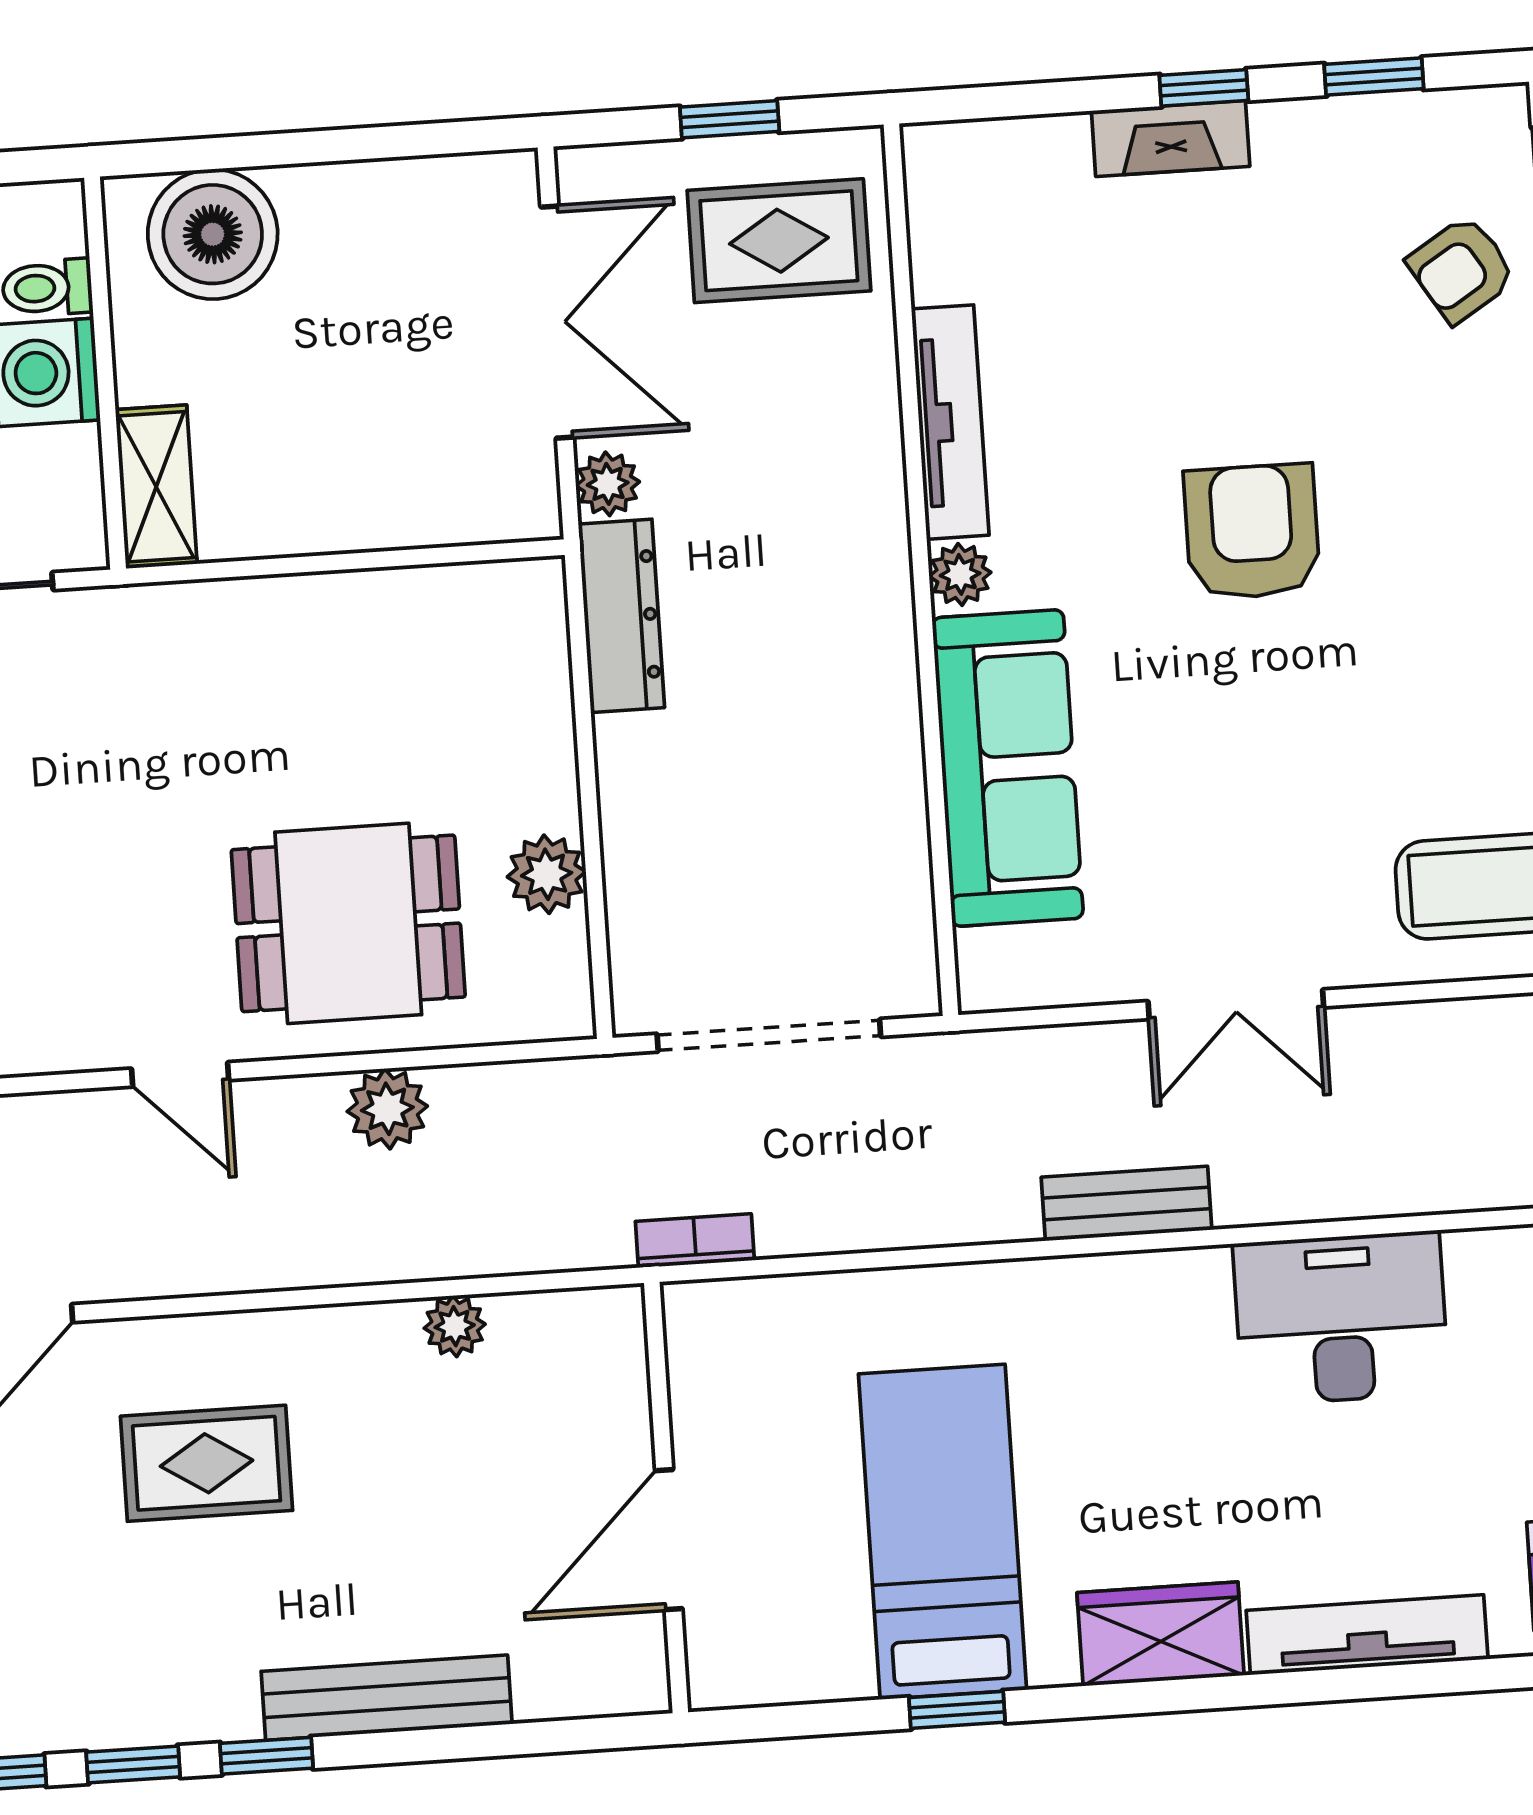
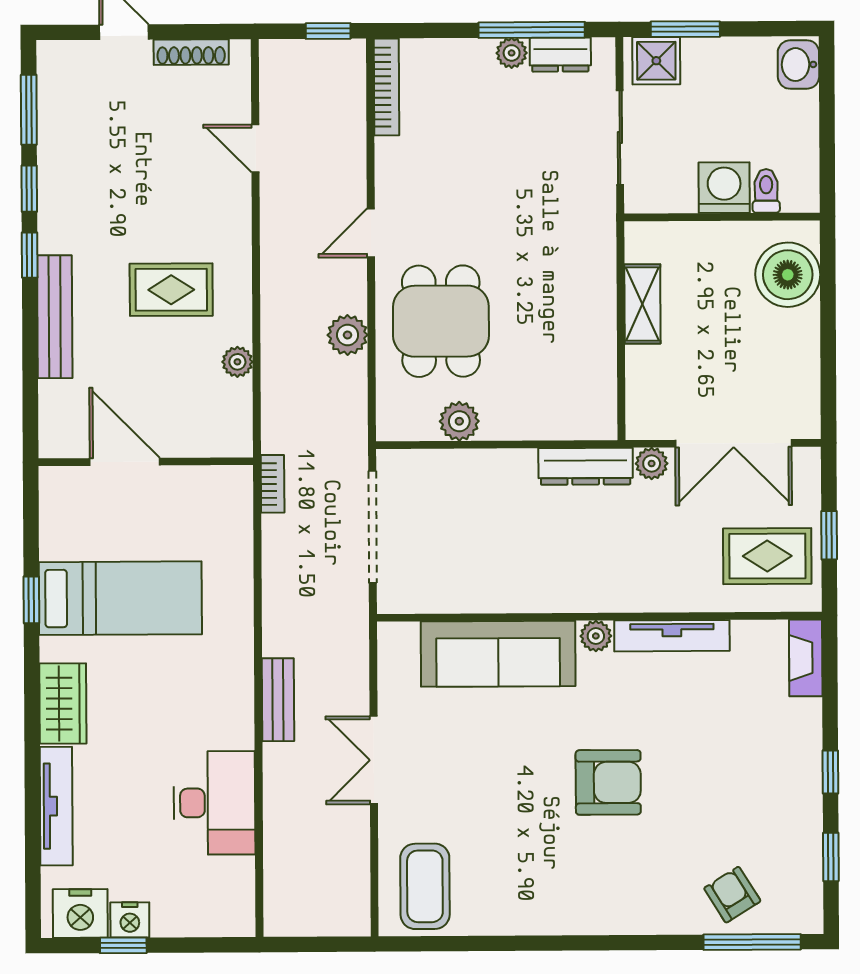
fireplace: (1171, 139) -> (806, 658), moved
rug: (779, 241) -> (767, 556), turned 90
shelving: (156, 487) -> (642, 304), moved, turned 90
rug: (207, 1463) -> (171, 290), moved, turned 90

